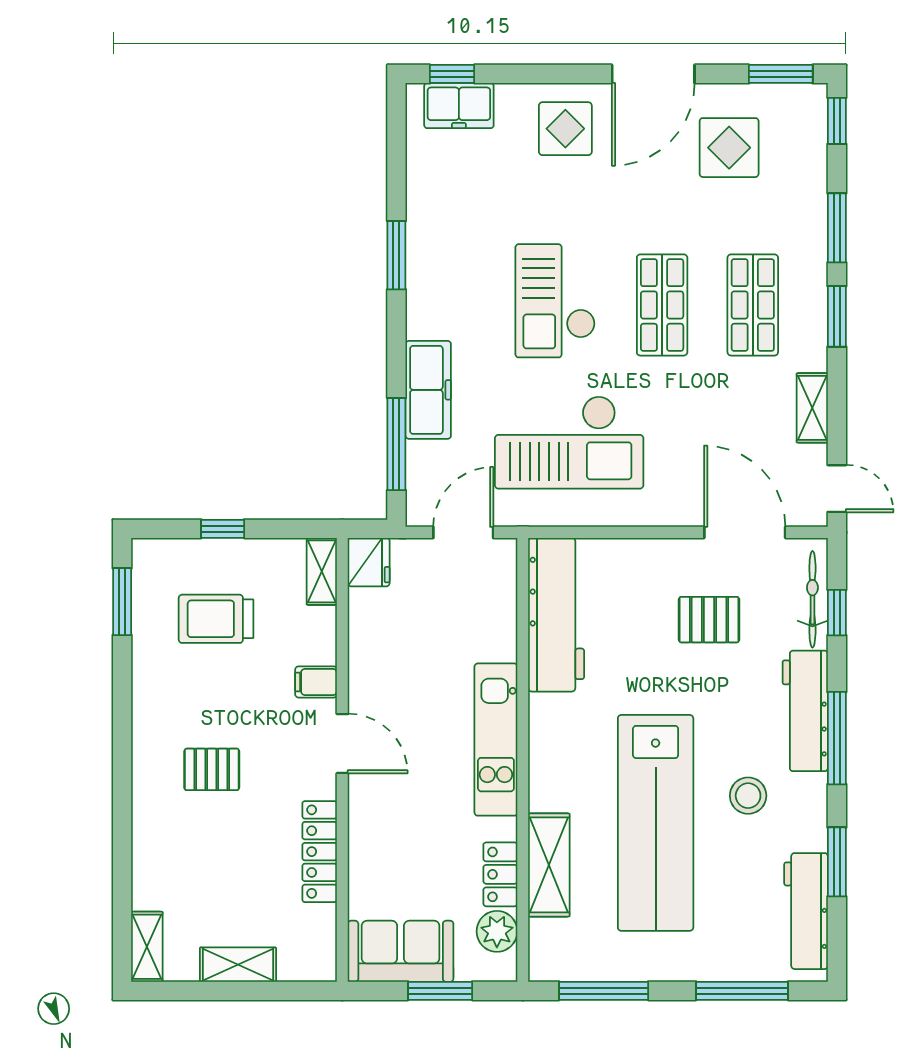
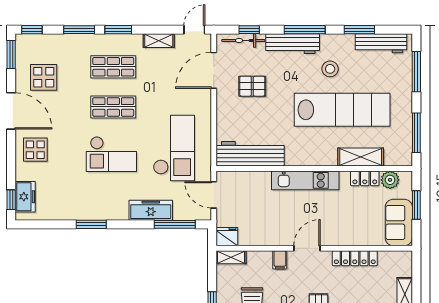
pallet: (709, 620) -> (252, 86), turned 90

